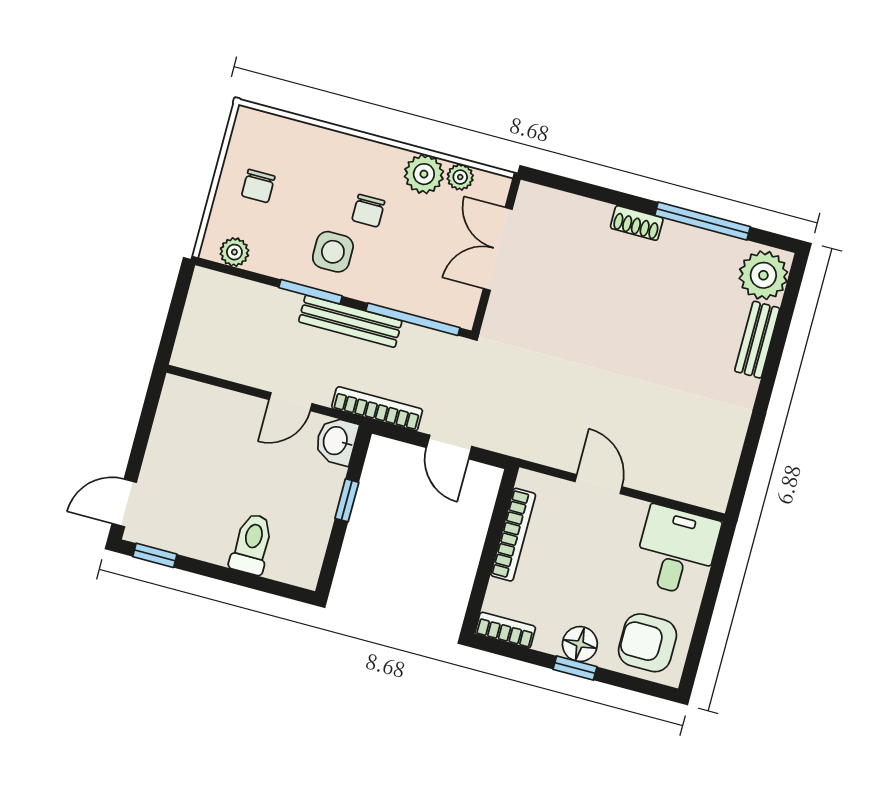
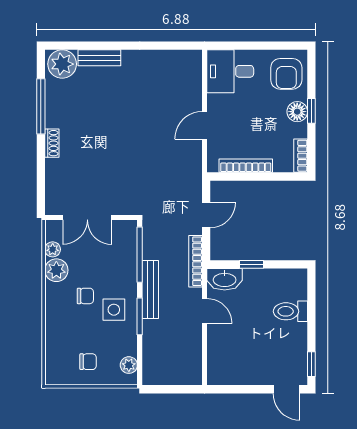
washbasin: (336, 441) -> (225, 279), width x1.38

